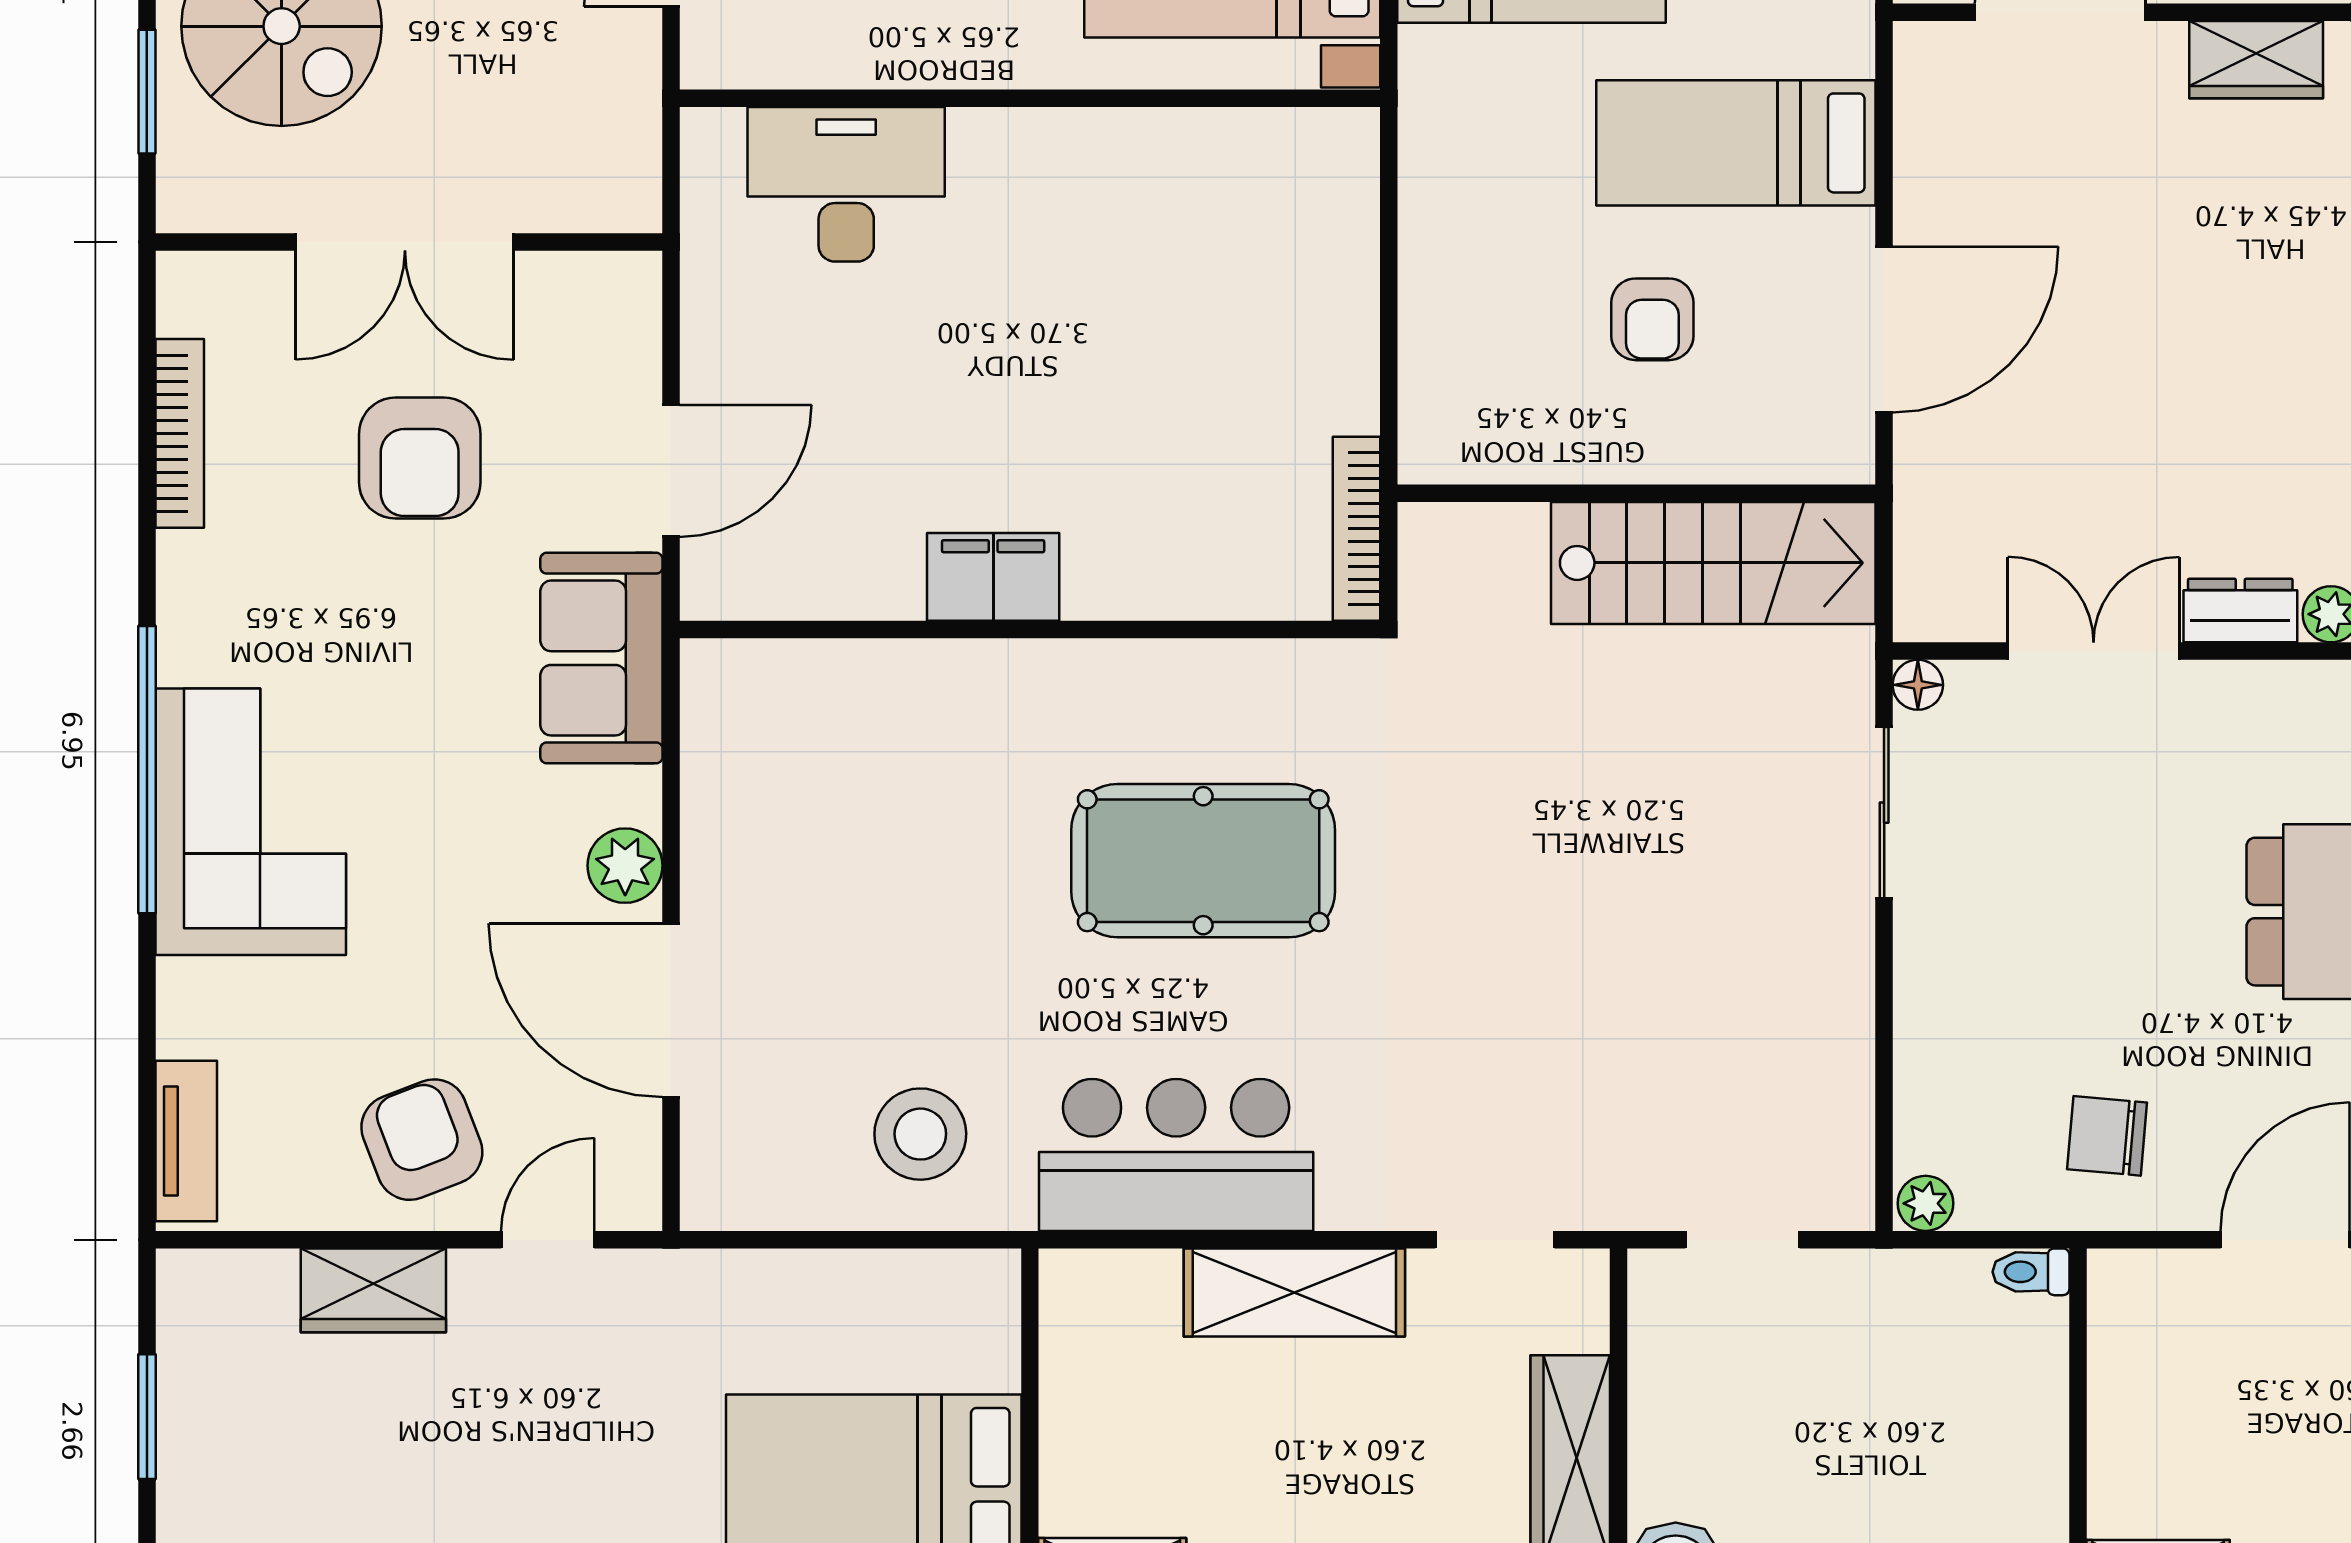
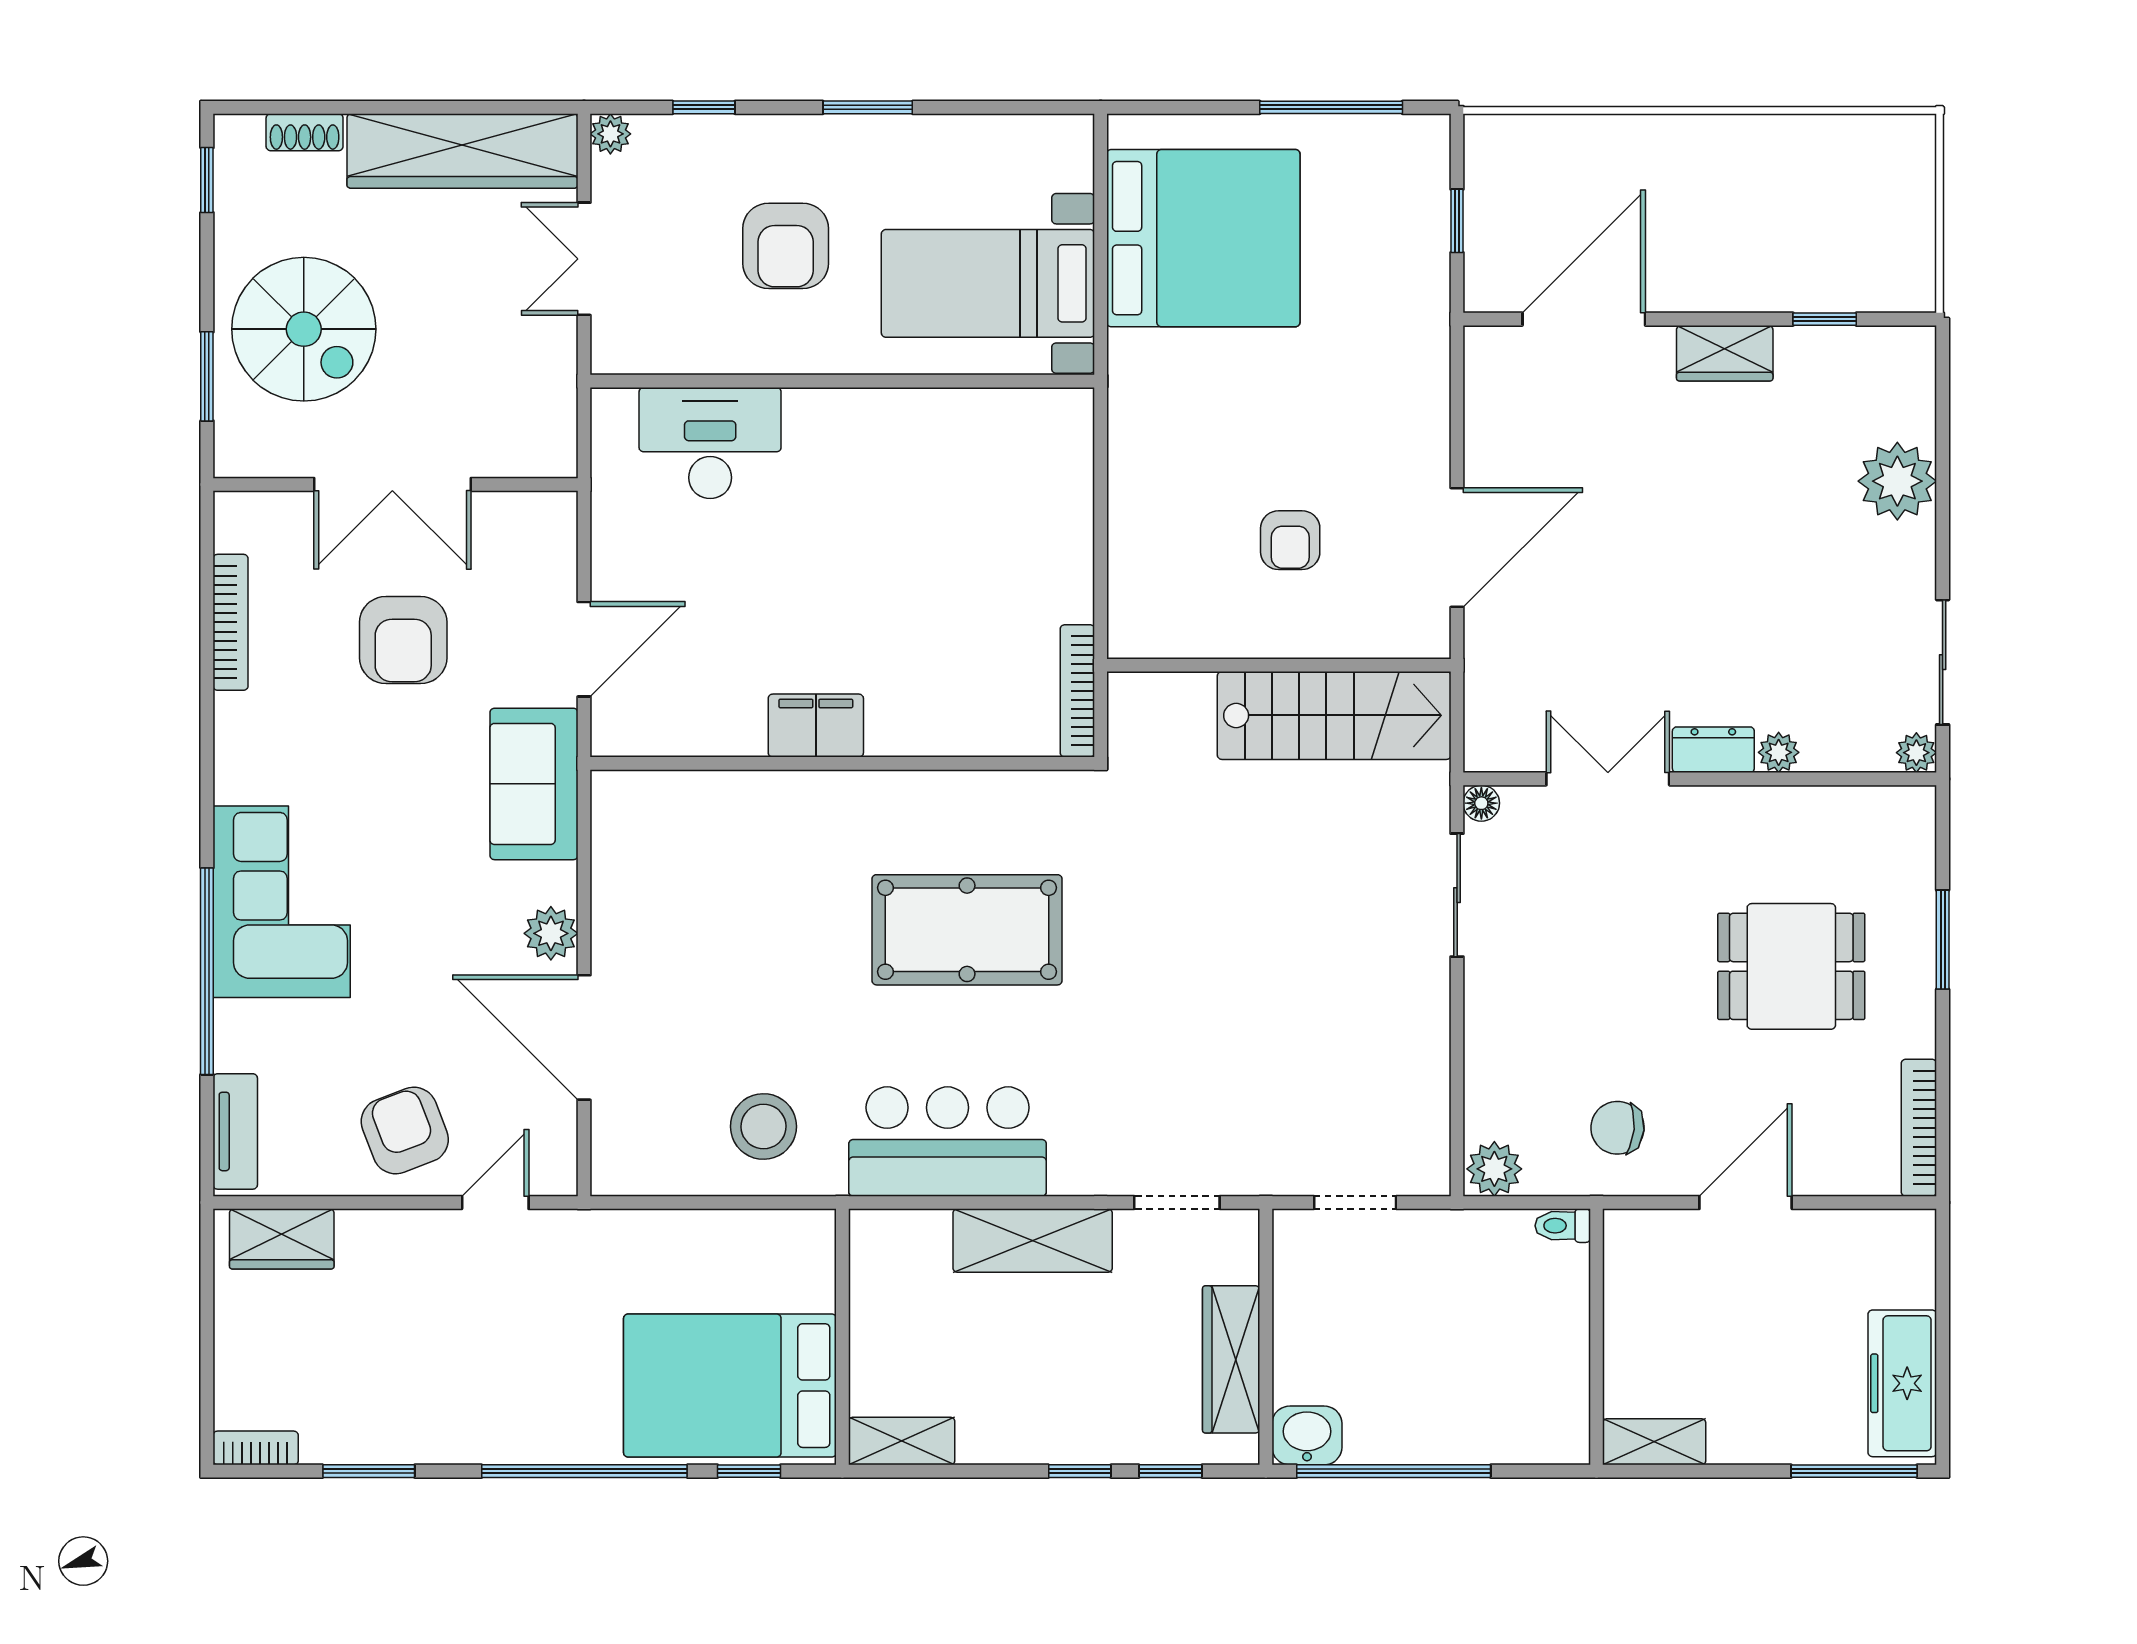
bed: (1736, 143) -> (1350, 413), removed
window: (147, 770) -> (207, 971), moved
plant: (1926, 1203) -> (1494, 1169), width x1.38, depth x1.38
wardrobe: (373, 1290) -> (282, 1239), moved
window: (147, 1417) -> (207, 1330), removed

